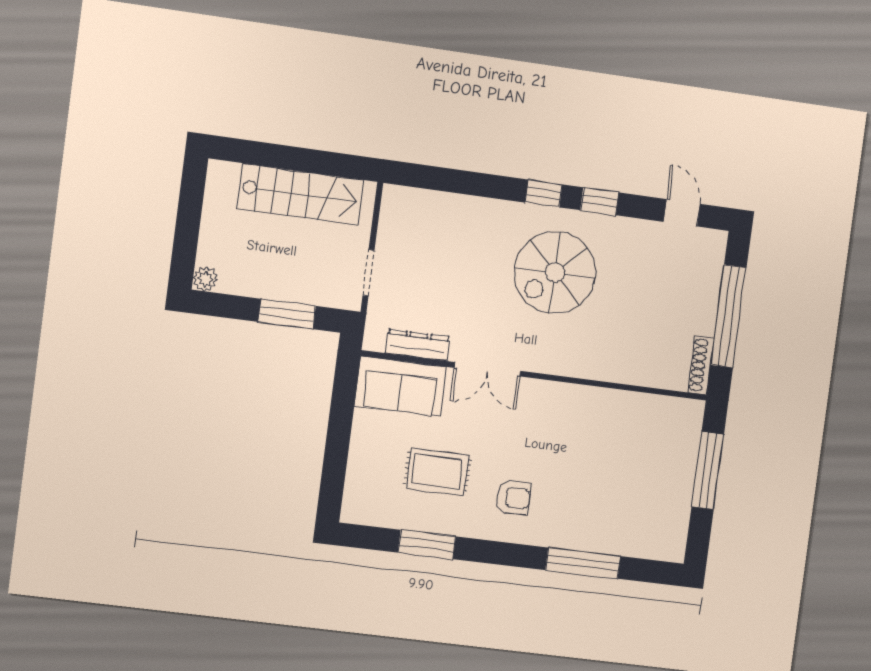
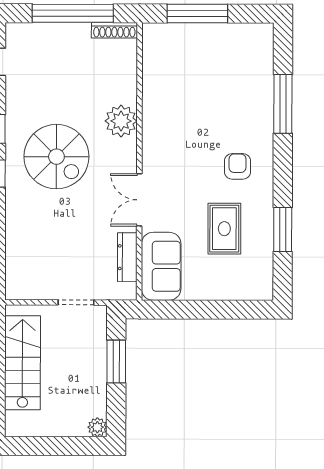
plant: (588, 359) -> (121, 121), added
double door: (487, 369) -> (139, 200), swing flipped

